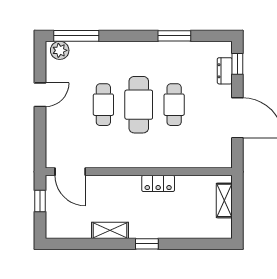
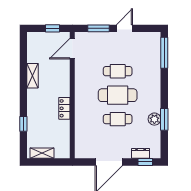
plant: (60, 50) -> (154, 119), moved
door: (40, 95) -> (124, 28), swing flipped
window: (40, 133) -> (98, 28), added
shelving: (224, 200) -> (42, 153), moved
window: (147, 244) -> (23, 124), moved

